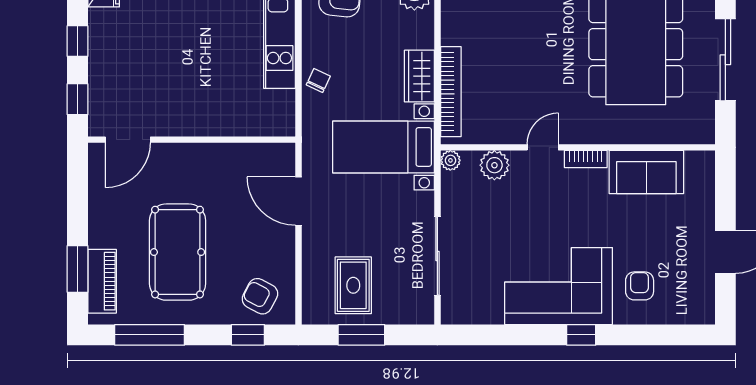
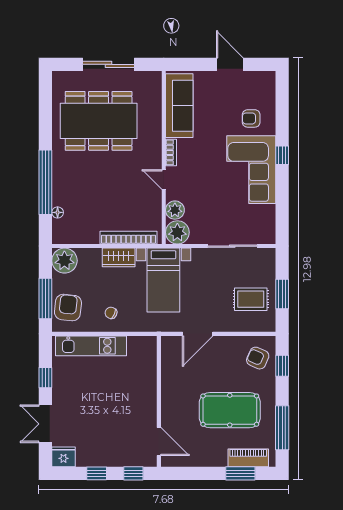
chair: (318, 80) -> (111, 313), moved
plant: (450, 160) -> (177, 232), width x1.87, depth x1.87
sofa: (646, 172) -> (179, 106), width x1.36
armchair: (260, 296) -> (258, 358), turned 86

